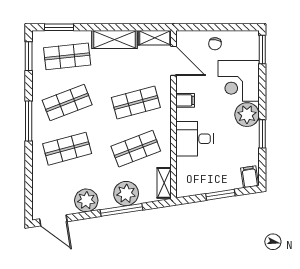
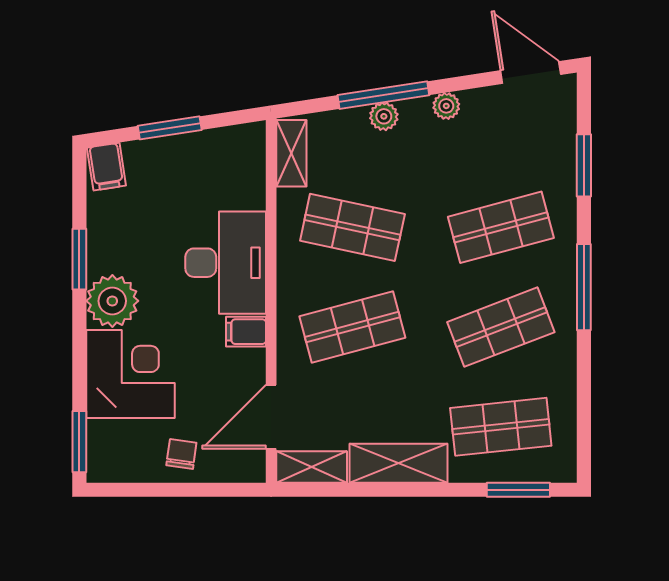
window: (29, 56) -> (584, 165), moved
door: (173, 61) -> (271, 417), hinge flipped
desk: (194, 139) -> (226, 263), width x1.37
shop shelf: (136, 149) -> (352, 227), turned 33
plant: (126, 194) -> (384, 116), width x0.53, depth x0.53
plant: (86, 200) -> (446, 106), width x0.53, depth x0.53

